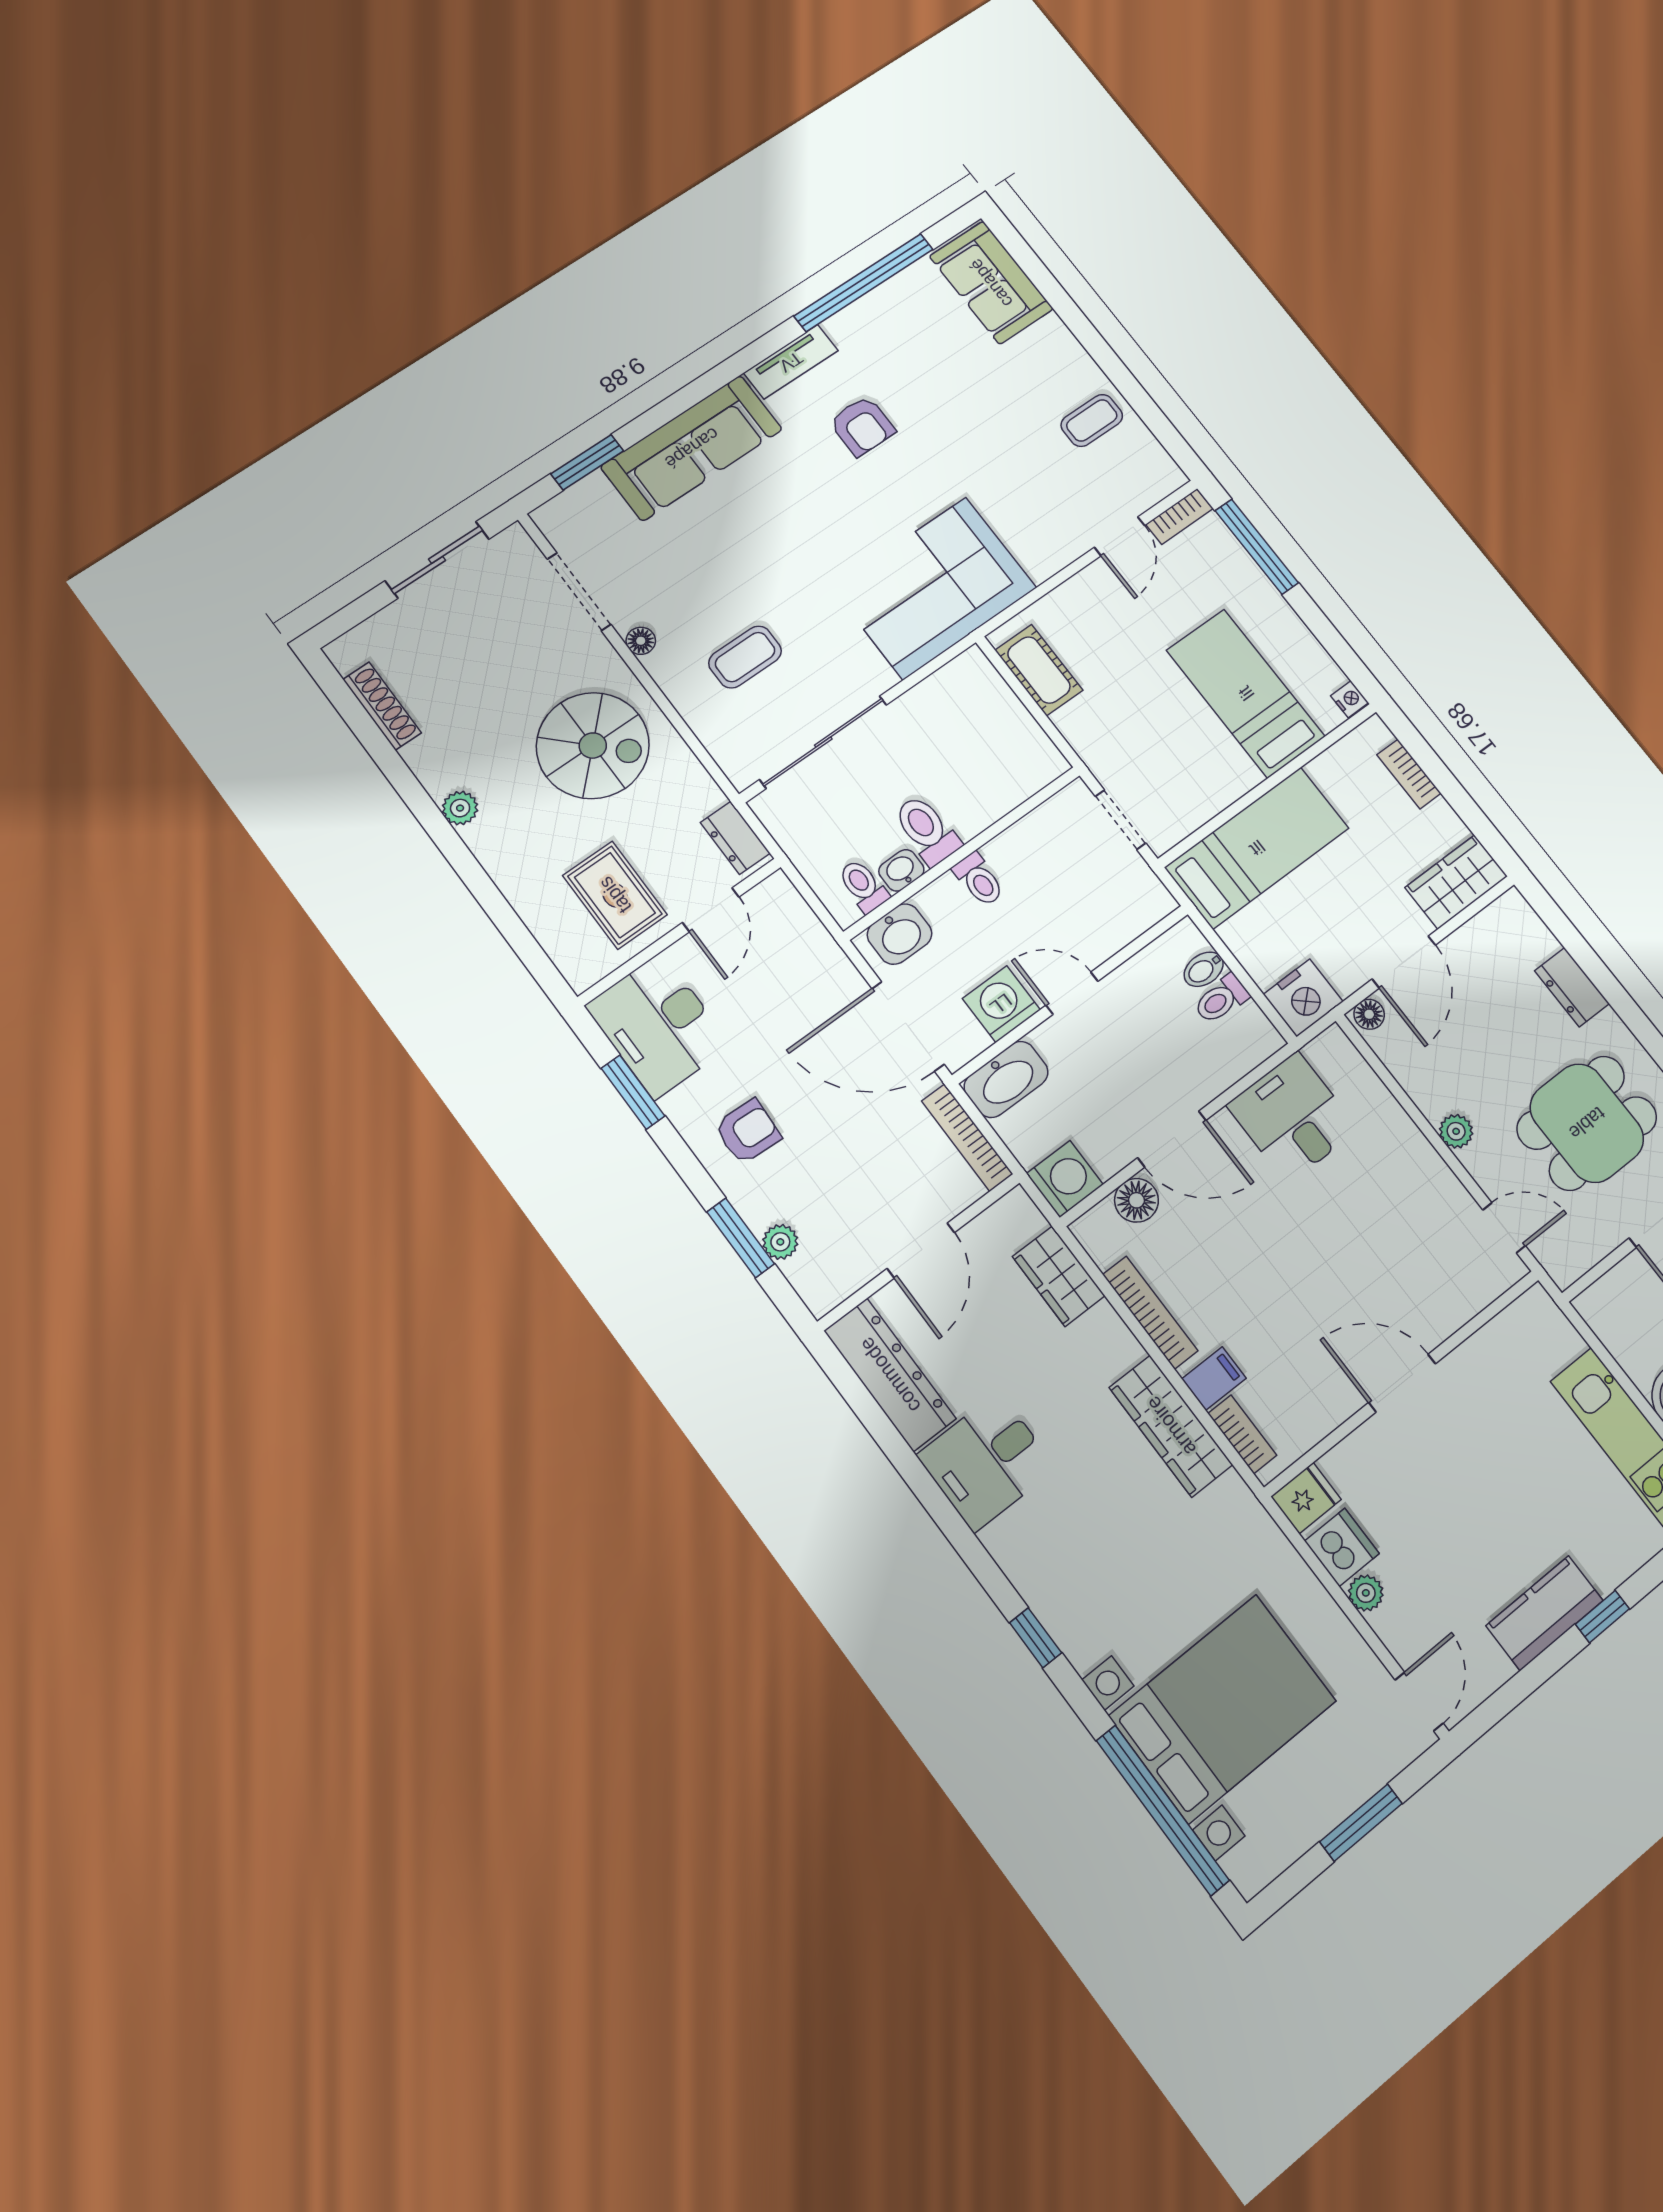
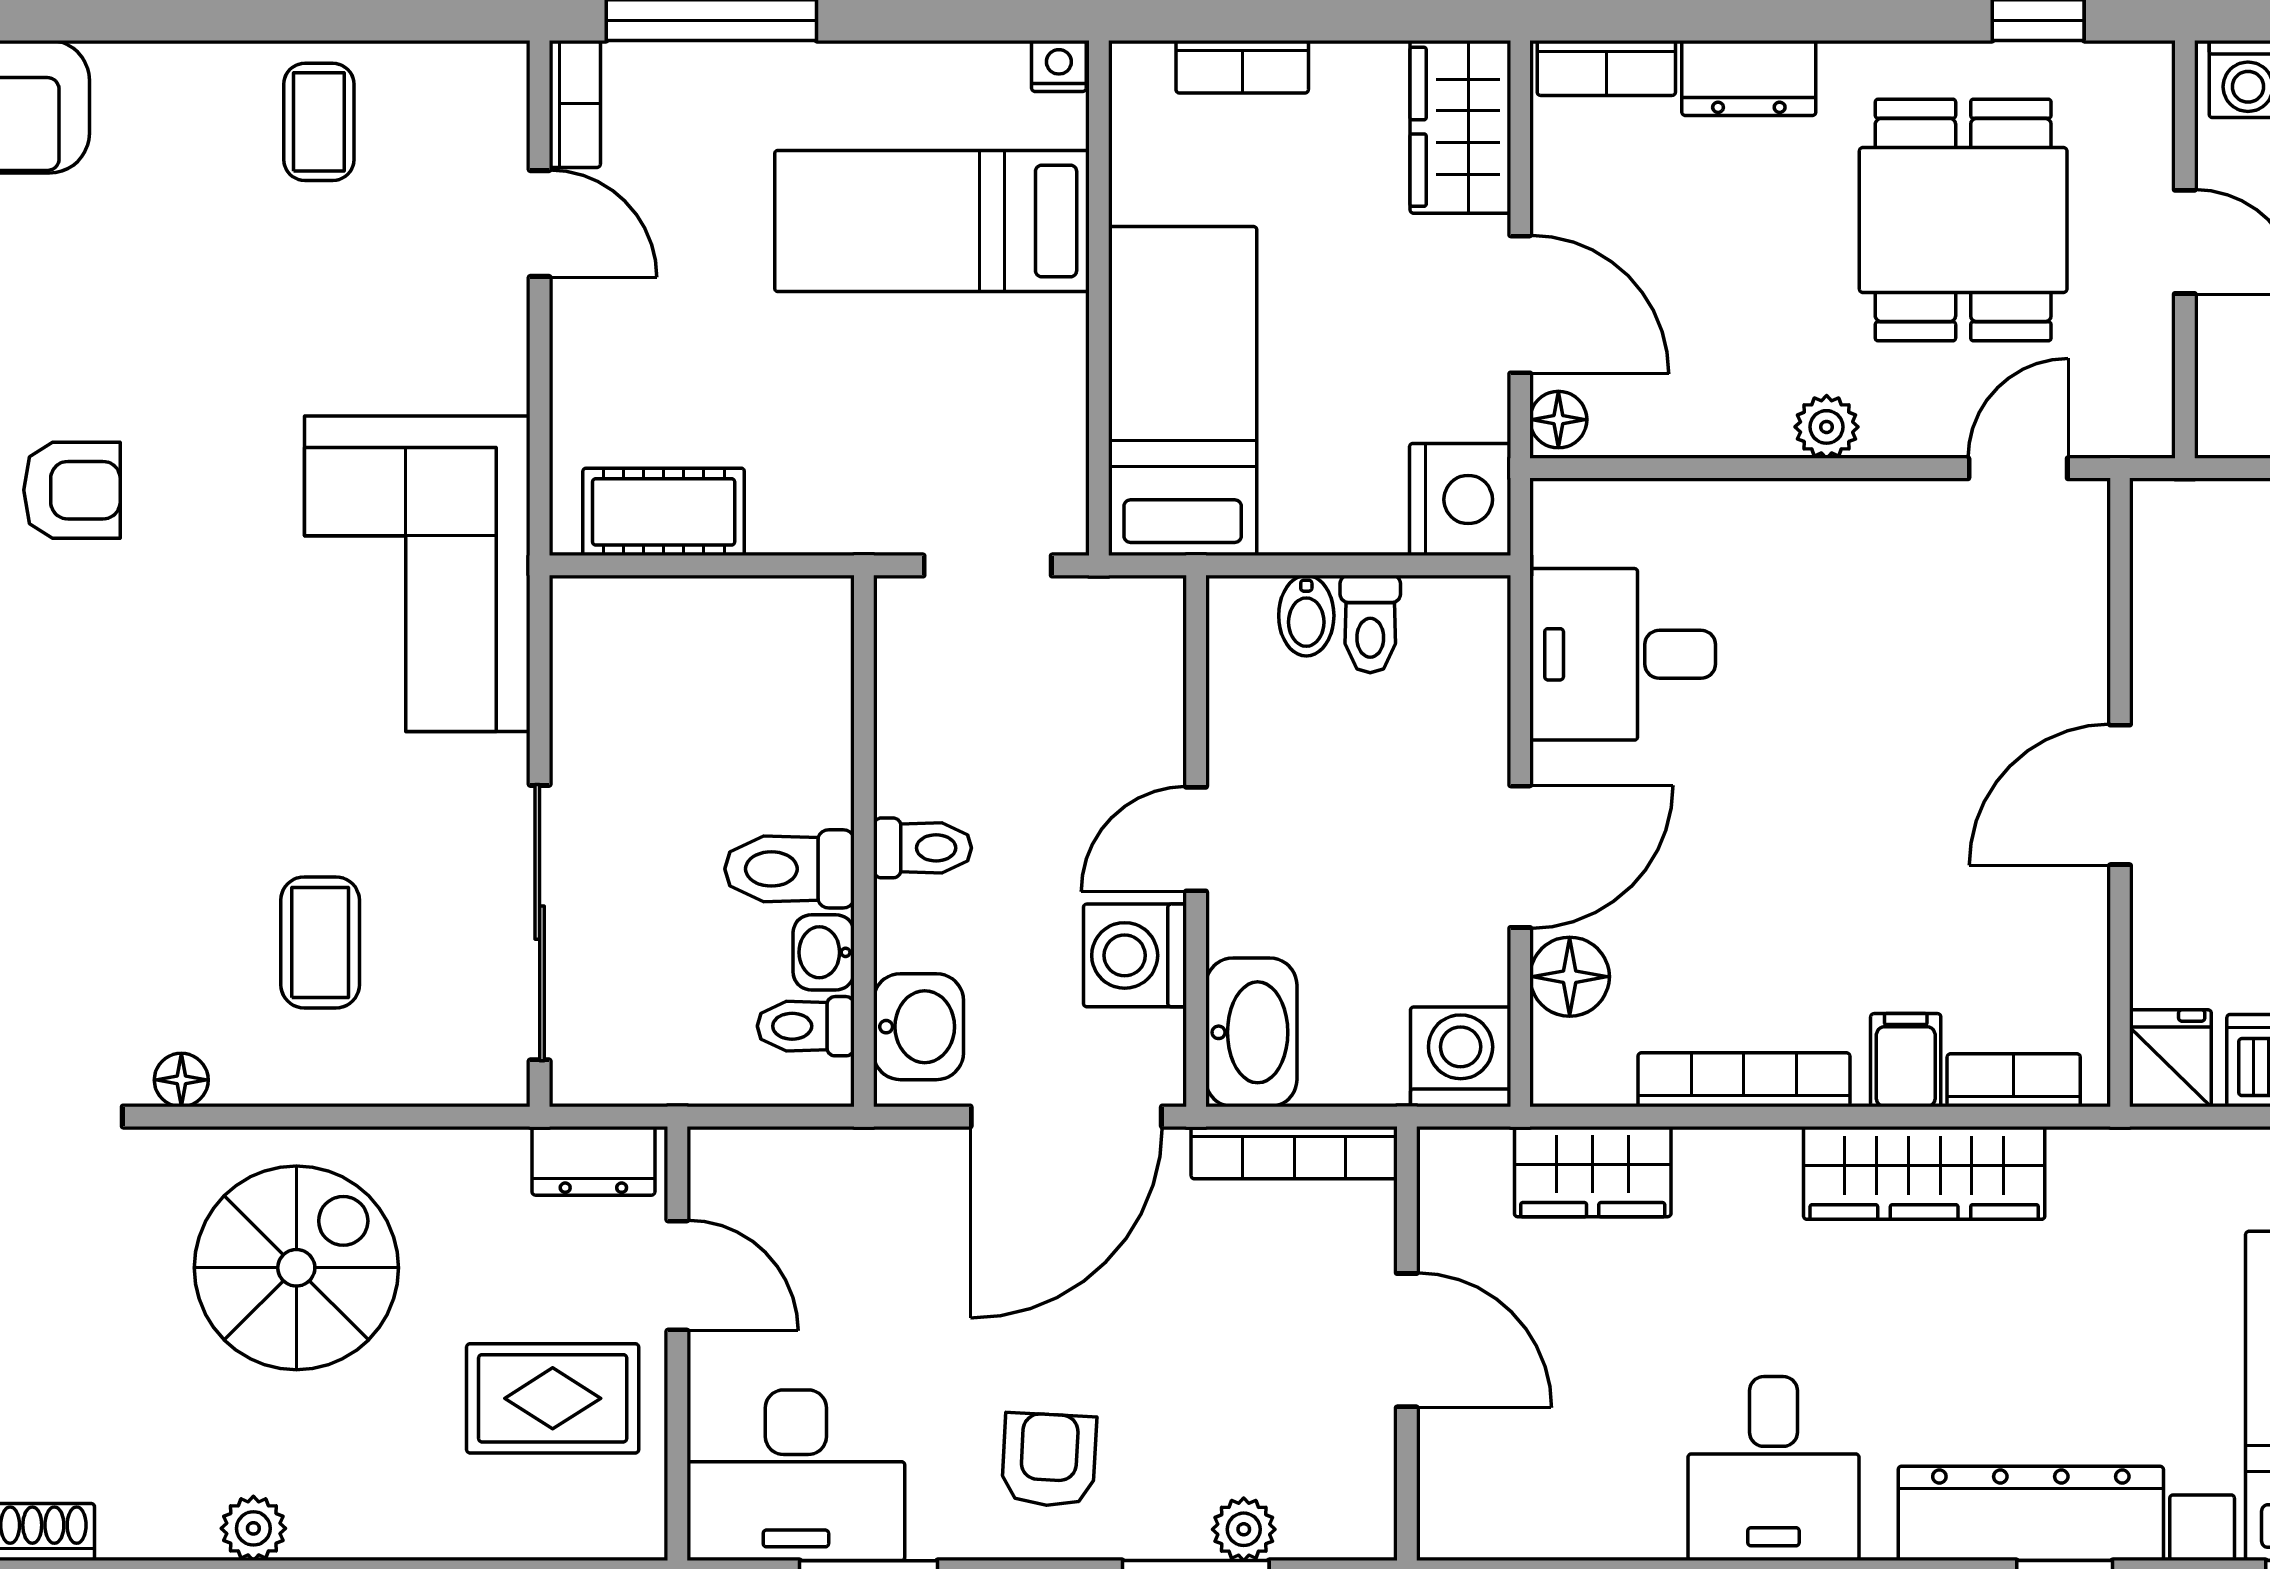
bookcase: (1528, 925) -> (1606, 68), added
dresser: (890, 1375) -> (2031, 1513), moved

